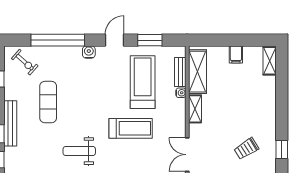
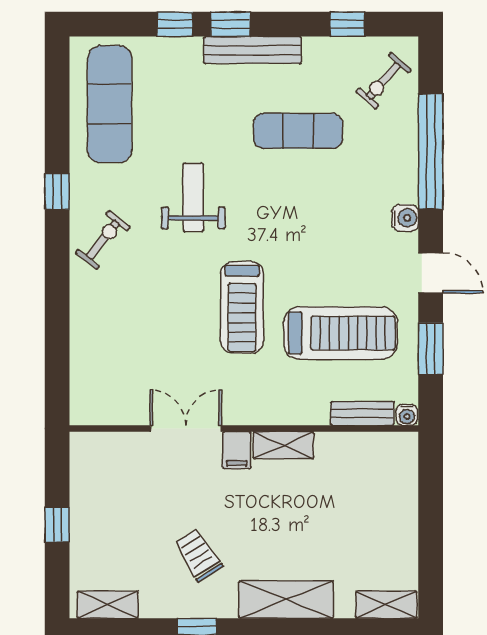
filing cabinet: (236, 54) -> (237, 450), moved, turned -90
shelving: (197, 72) -> (286, 600), moved
water cooler: (181, 93) -> (407, 415), moved

